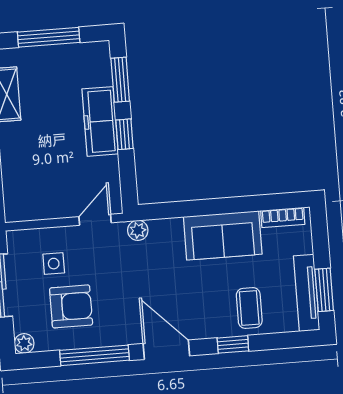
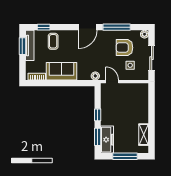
freezer: (100, 121) -> (107, 140), moved
door: (95, 220) -> (112, 82), swing flipped
window: (233, 344) -> (44, 27), moved
door: (166, 350) -> (88, 27), hinge flipped

